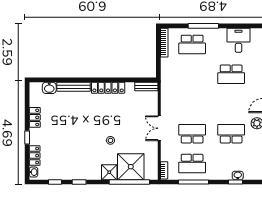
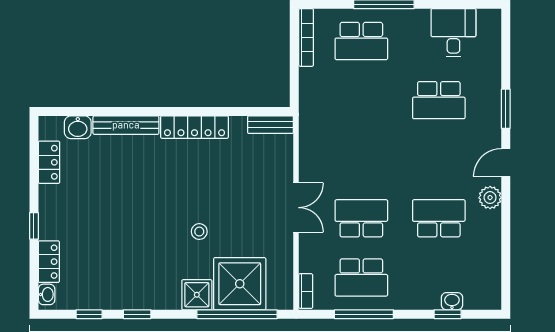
locker: (35, 117) -> (49, 162), moved
double door: (159, 128) -> (296, 208), swing flipped

